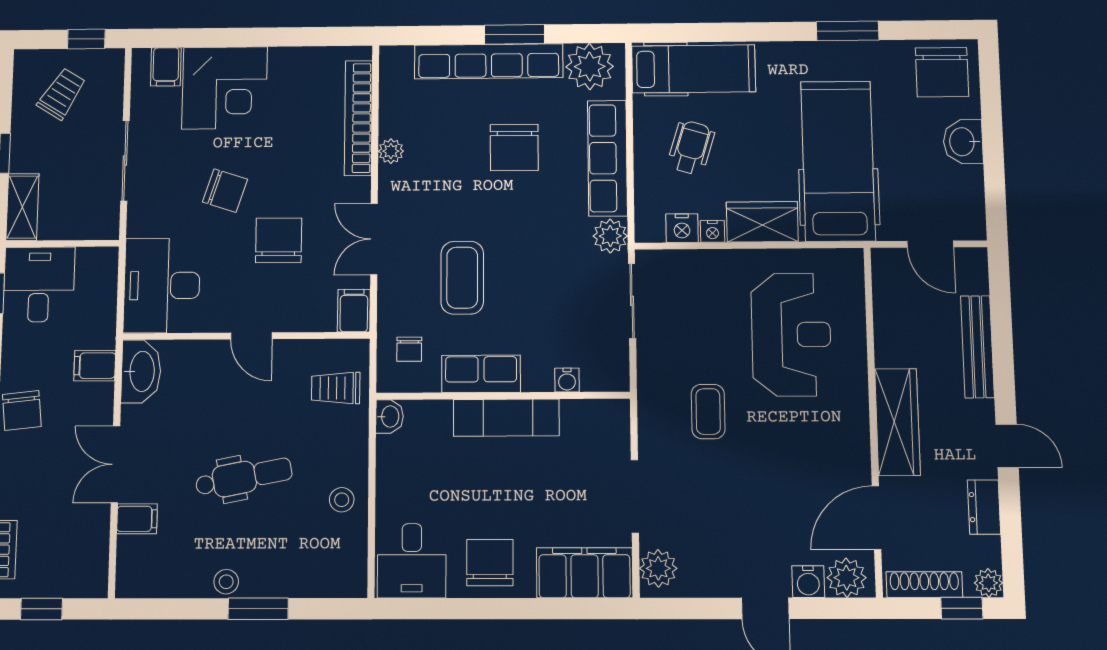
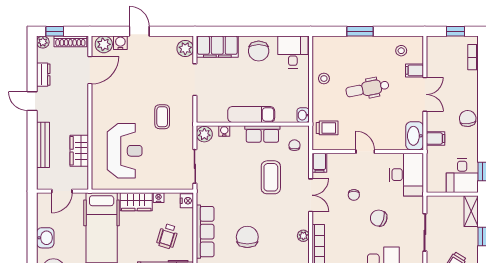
nightstand: (682, 228) -> (187, 201), moved, turned 90
plant: (610, 236) -> (204, 134), moved
chair: (279, 240) -> (354, 195), width x0.54, depth x0.54
door: (930, 244) -> (62, 191), swing flipped
reception desk: (791, 335) -> (125, 151), turned 180
wardrobe: (898, 422) -> (79, 151), moved, width x0.67
stool: (226, 582) -> (401, 51), moved

